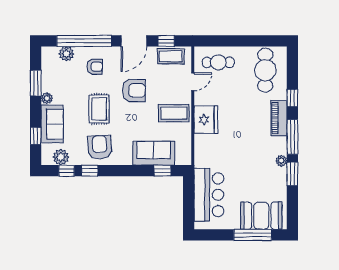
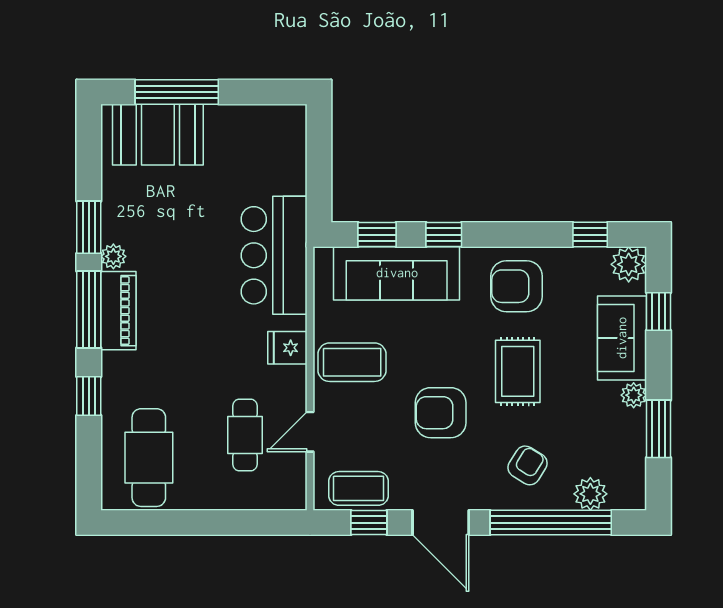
door: (134, 41) -> (441, 523), swing flipped
cafe table: (218, 62) -> (245, 435), moved, turned 90
armchair: (95, 67) -> (528, 465), turned 122
piano: (279, 118) -> (118, 311), moved
fridge: (206, 120) -> (287, 348), width x0.53, depth x0.75
armchair: (100, 147) -> (516, 286), turned 93
sofa: (154, 153) -> (397, 273), width x1.36
plant: (61, 157) -> (629, 264), moved
window: (90, 171) -> (444, 235), moved
bar counter: (209, 195) -> (274, 255), moved

